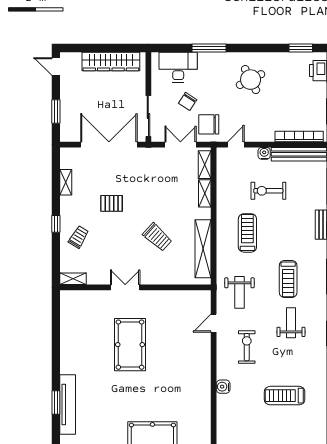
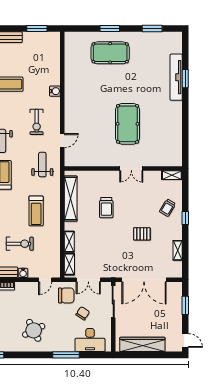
trolley: (157, 237) -> (106, 208), turned -132

